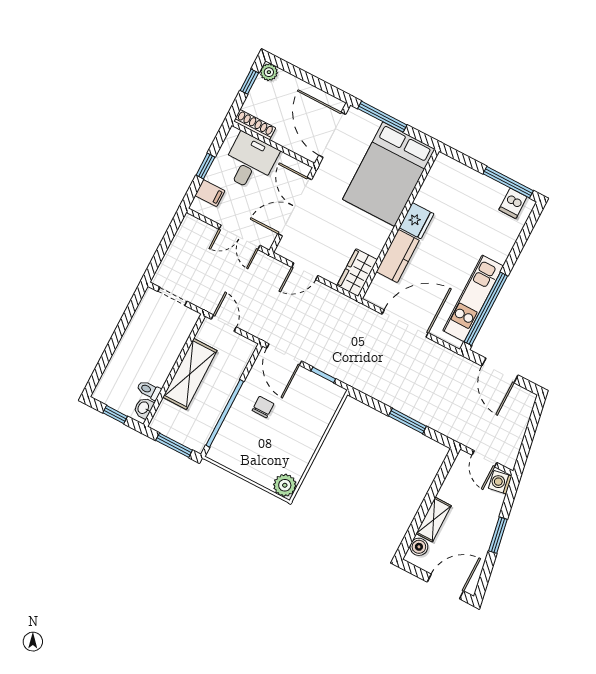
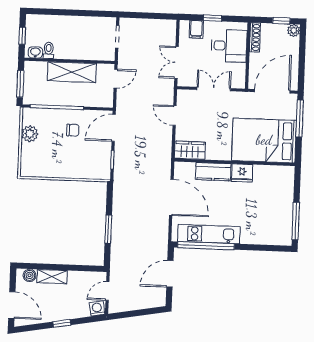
dishwasher: (513, 203) -> (283, 231), removed
double door: (295, 207) -> (214, 89), width x0.73
plant: (285, 485) -> (30, 134), moved
window: (498, 535) -> (62, 323), width x0.67

